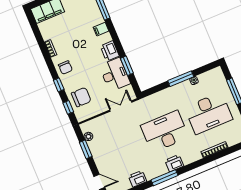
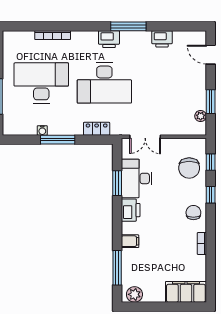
chair: (81, 97) -> (189, 168), turned -90
locker: (157, 97) -> (97, 129), added

